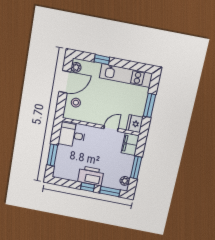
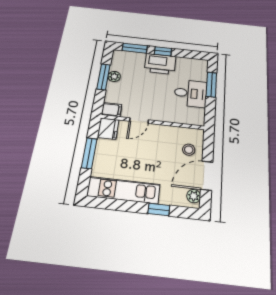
desk: (72, 135) -> (191, 93), moved
filing cabinet: (130, 144) -> (112, 110), width x0.50
plant: (125, 181) -> (114, 76), moved

